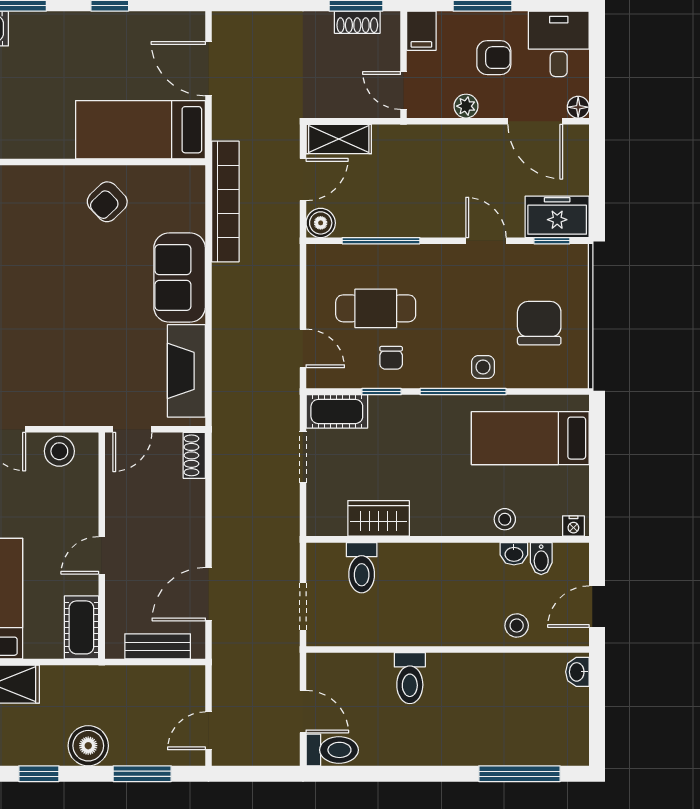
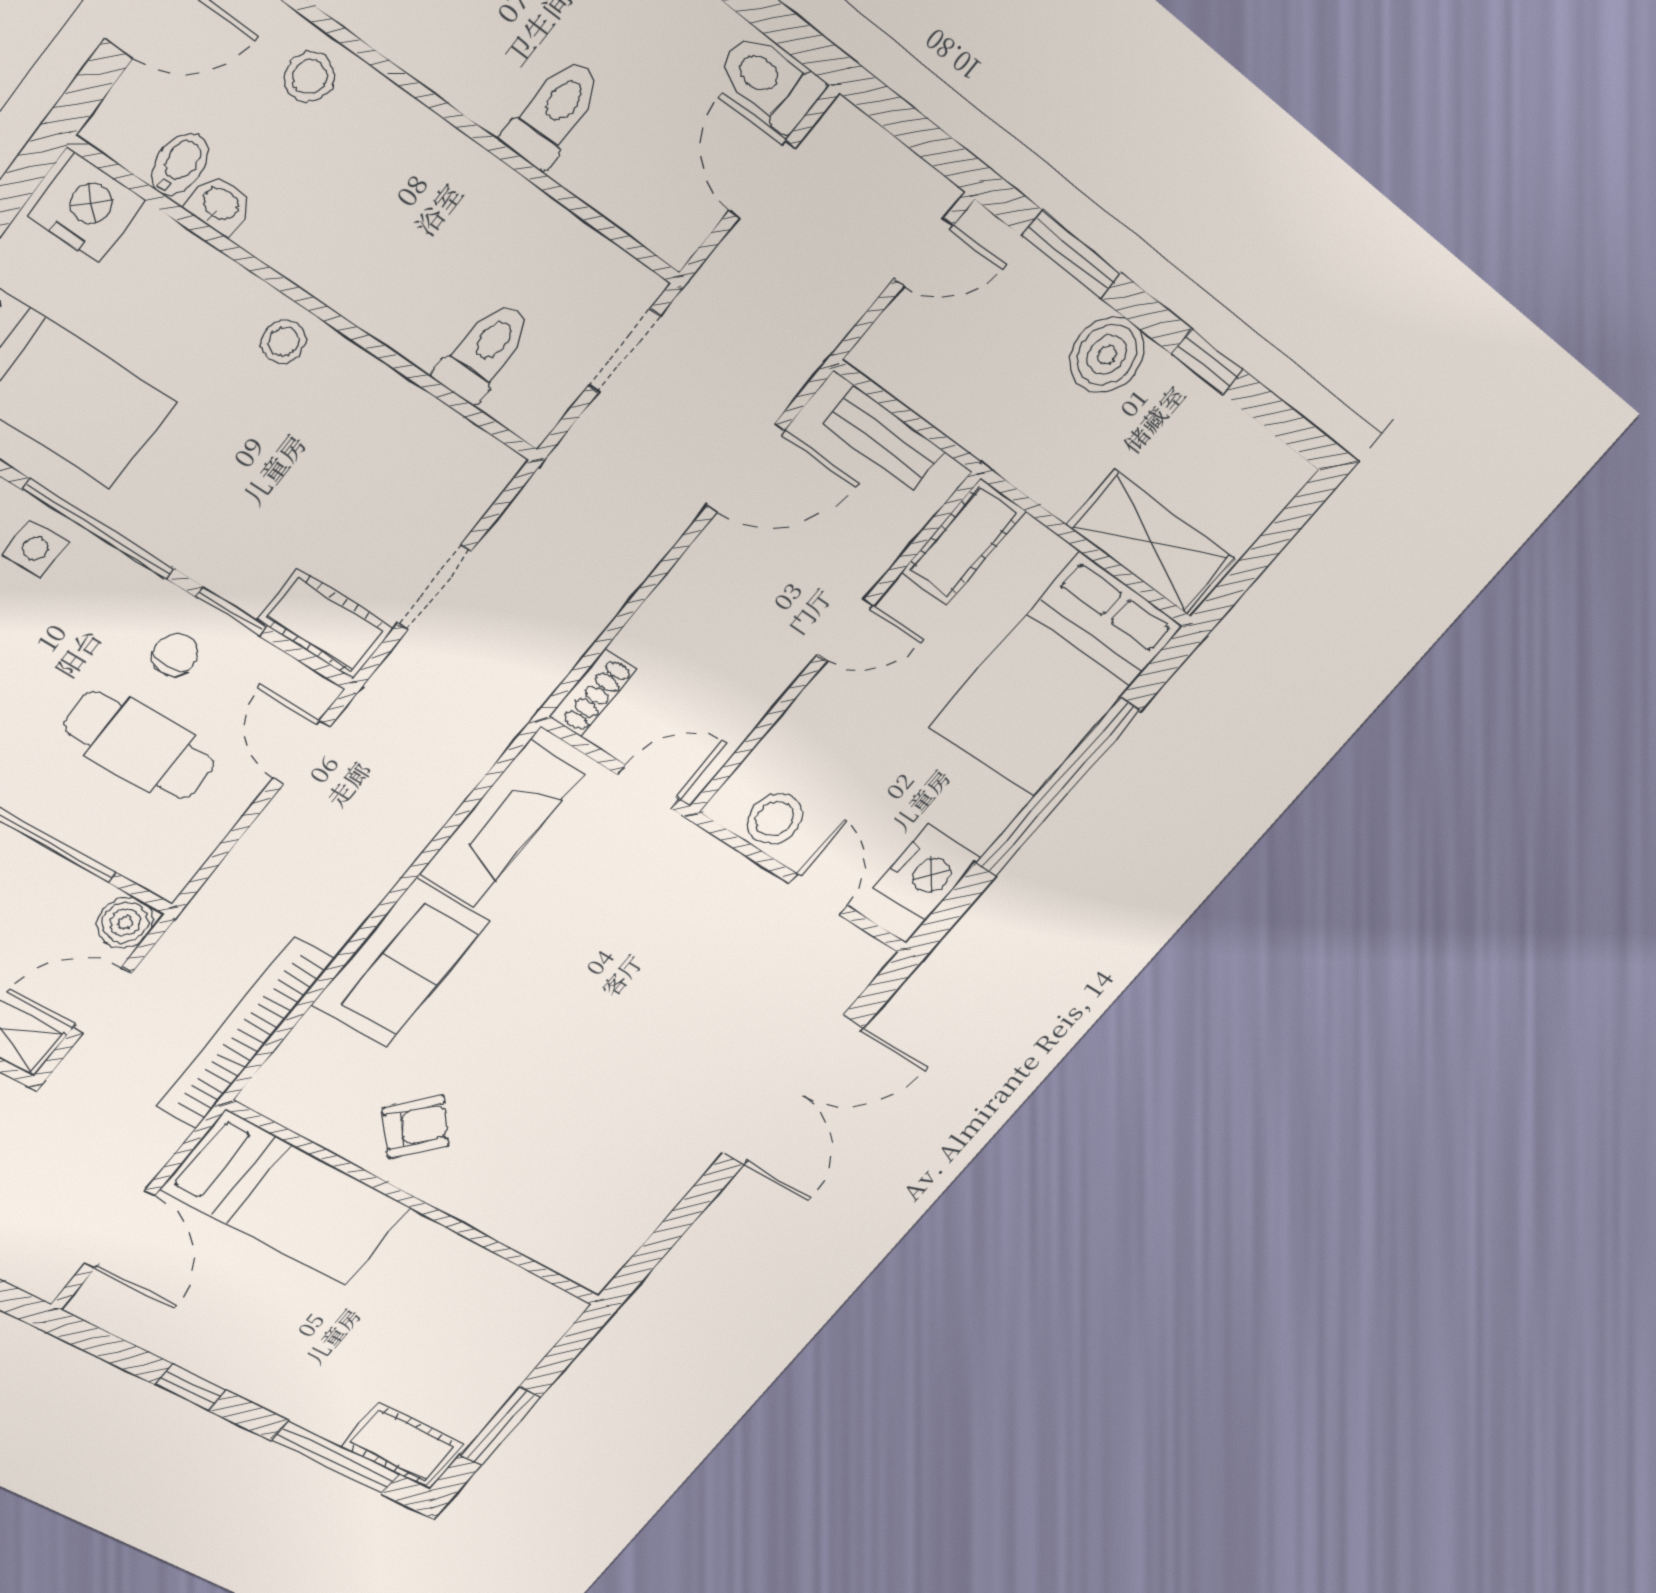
wardrobe: (379, 518) -> (395, 413), removed
stool: (505, 519) -> (284, 341), moved
nightstand: (573, 526) -> (87, 208), width x1.89, depth x1.79

